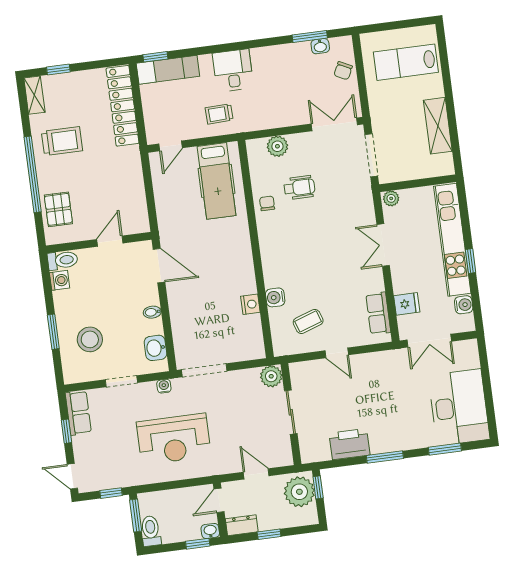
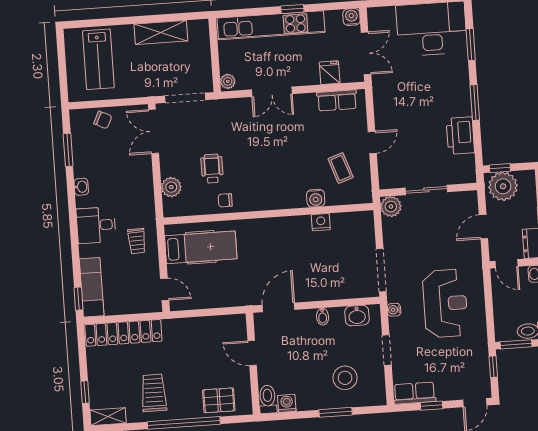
washbasin: (320, 46) -> (81, 187), moved
water cooler: (464, 305) -> (351, 17), moved

